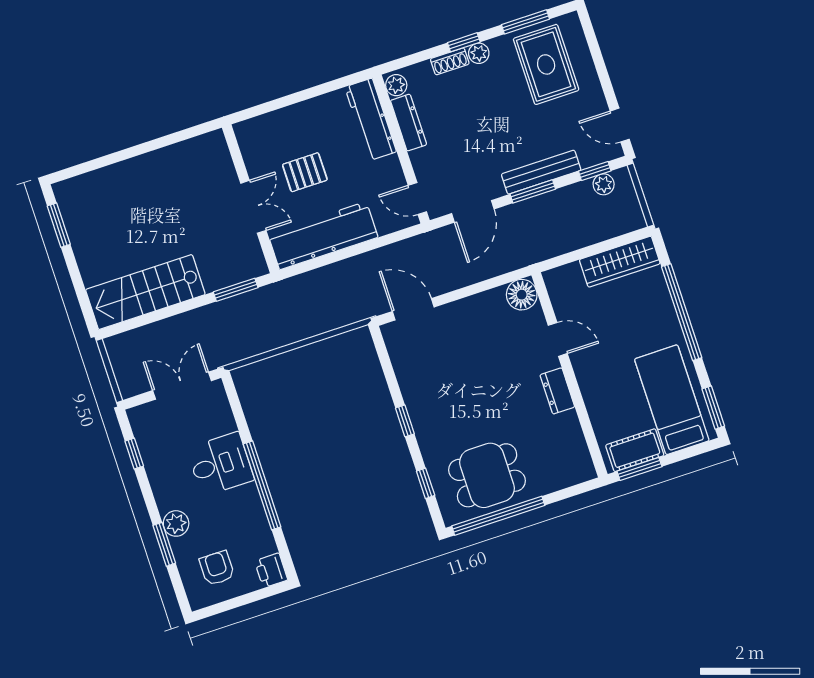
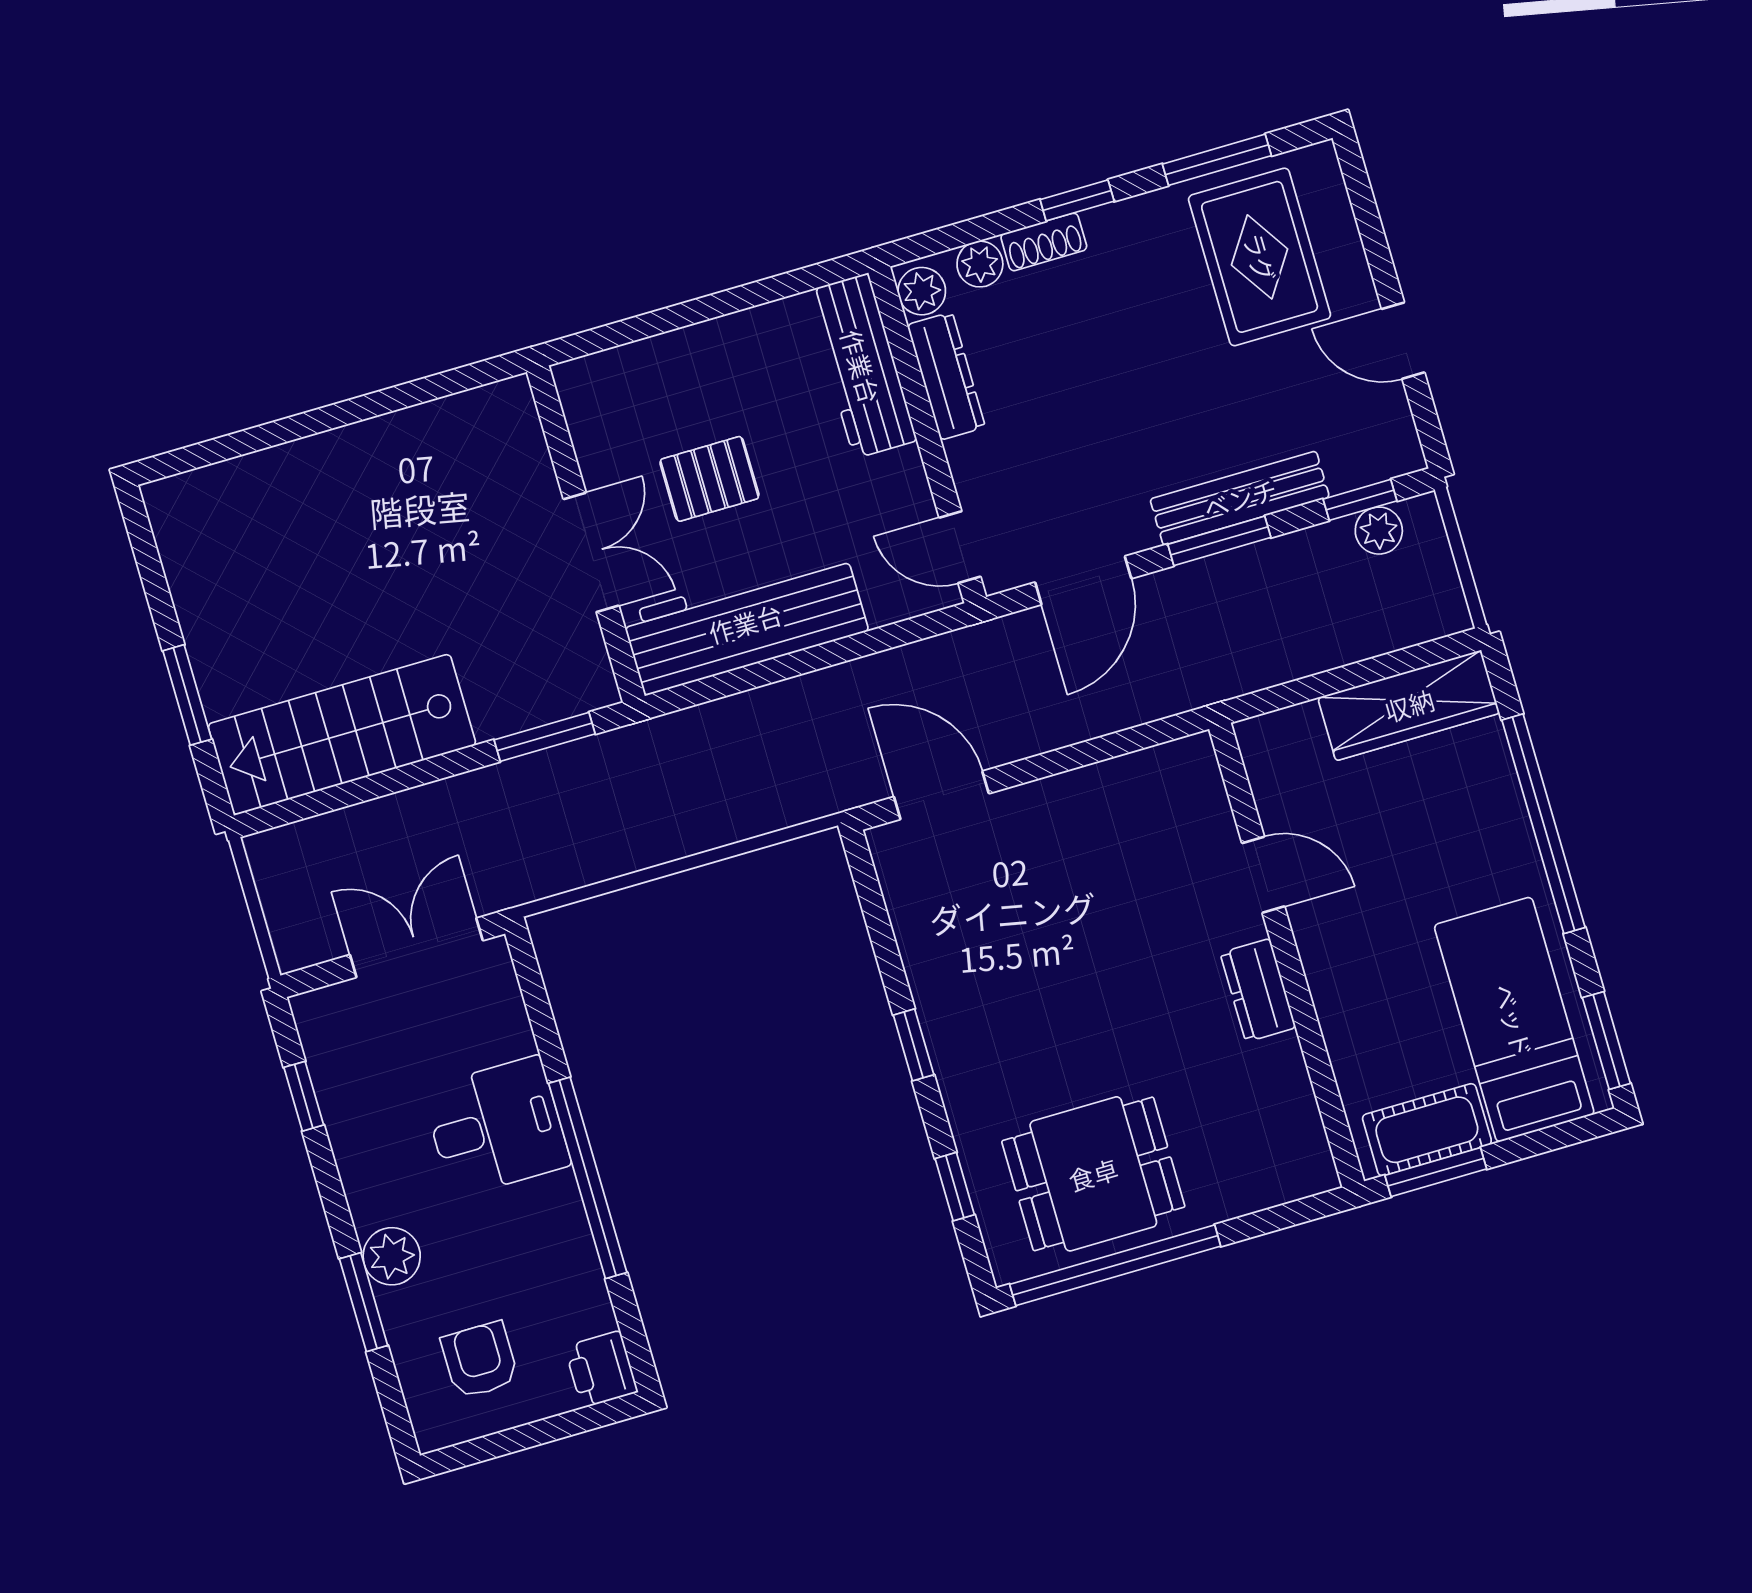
plant: (479, 53) -> (980, 264), moved
door: (620, 125) -> (1403, 341), moved
window: (59, 225) -> (187, 695), moved
floor lamp: (522, 295) -> (1186, 771), removed

